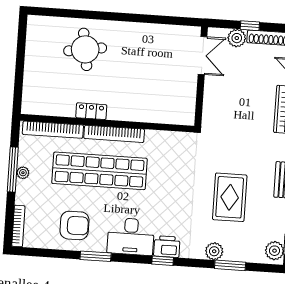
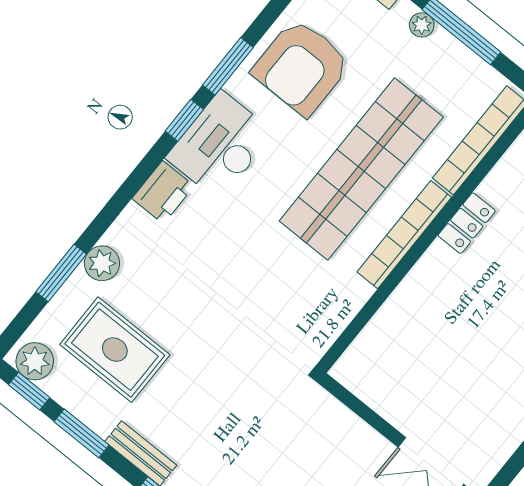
plant: (23, 173) -> (422, 25), moved
rug: (230, 197) -> (115, 350), moved
armchair: (74, 225) -> (301, 67), width x1.36, depth x1.36
window: (163, 261) -> (184, 120), moved

